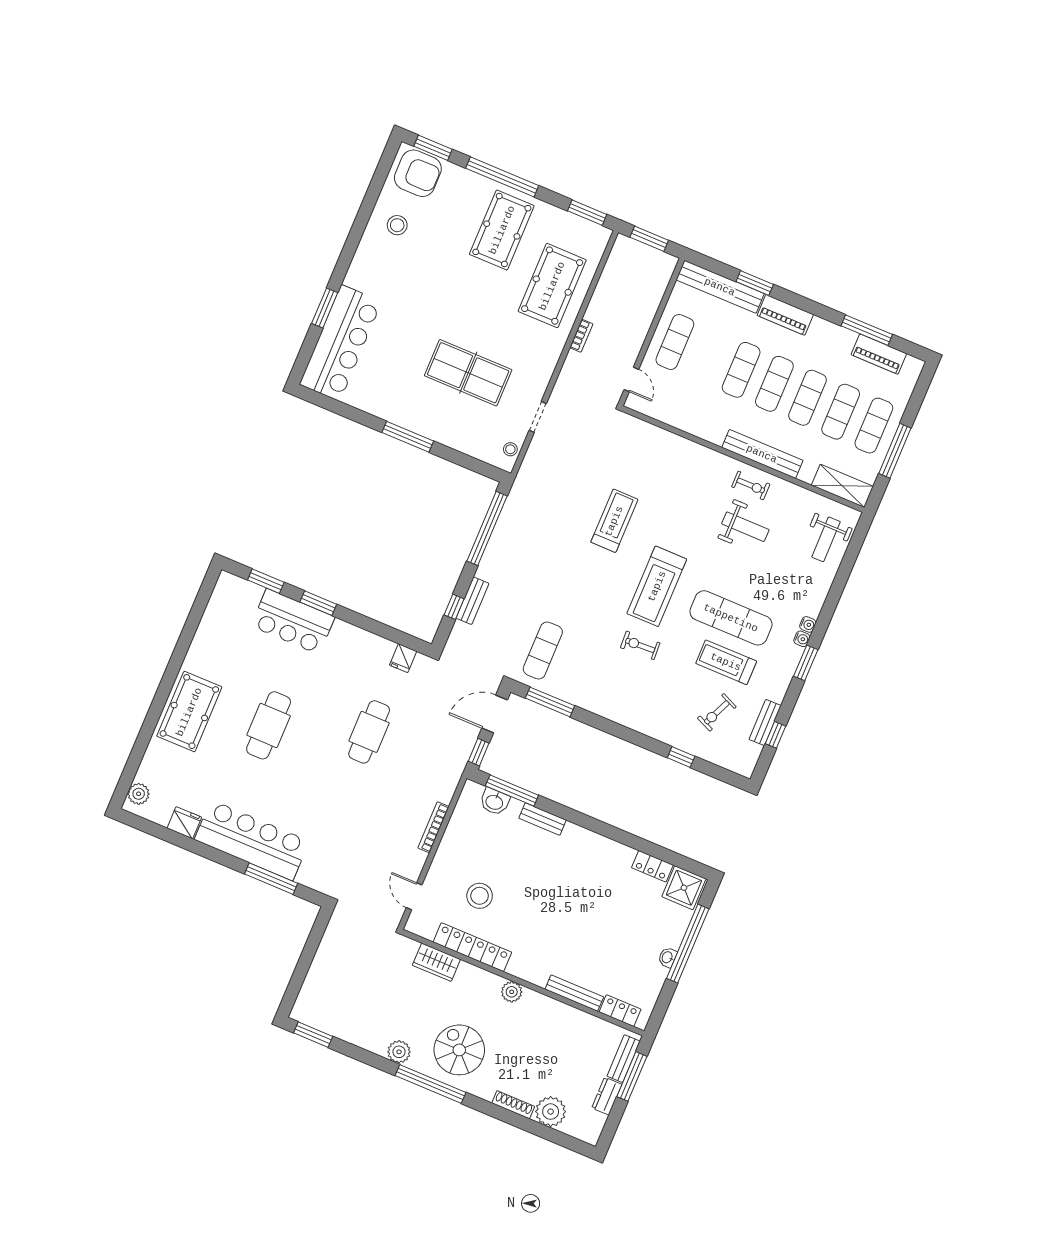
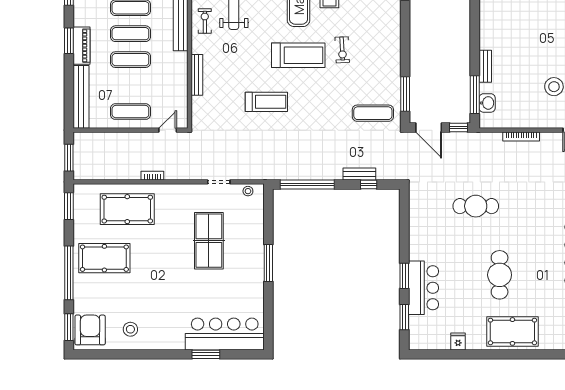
window: (755, 283) -> (69, 41), moved
bench: (686, 447) -> (197, 75), added
treadmill: (614, 521) -> (266, 102), turned 180
fridge: (403, 658) -> (458, 341), moved, turned -90
cafe table: (269, 725) -> (500, 275), turned 90

